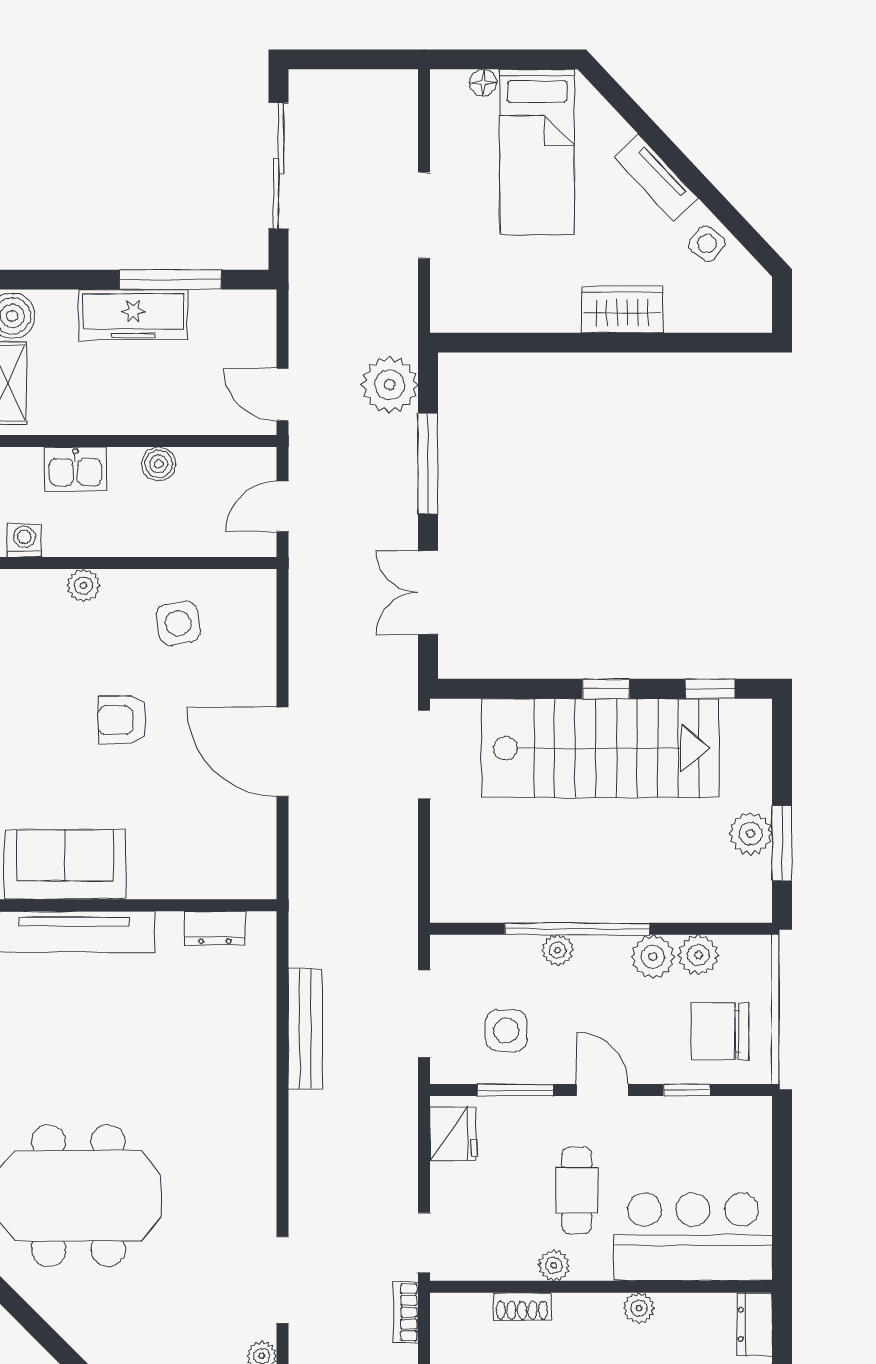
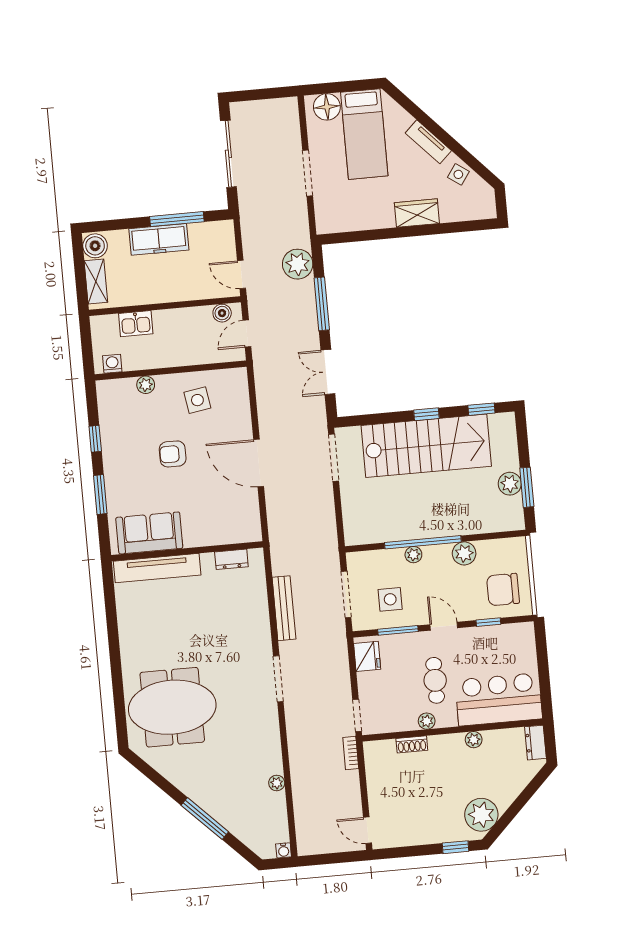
floor lamp: (483, 83) -> (327, 107), width x1.89, depth x1.89
boiler: (159, 464) -> (222, 313), moved
plant: (698, 955) -> (488, 550), removed
doorway: (282, 1280) -> (278, 679), moved

